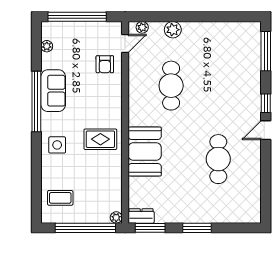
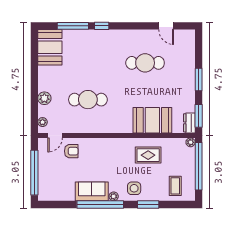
booth: (238, 37) -> (50, 47), added
door: (125, 43) -> (55, 135), swing flipped
plant: (47, 46) -> (114, 196), moved
window: (266, 51) -> (73, 26), moved
door: (266, 130) -> (166, 26), moved
rug: (100, 139) -> (148, 155), moved, turned 90
booth: (145, 151) -> (152, 120), moved
window: (36, 163) -> (148, 204), added

